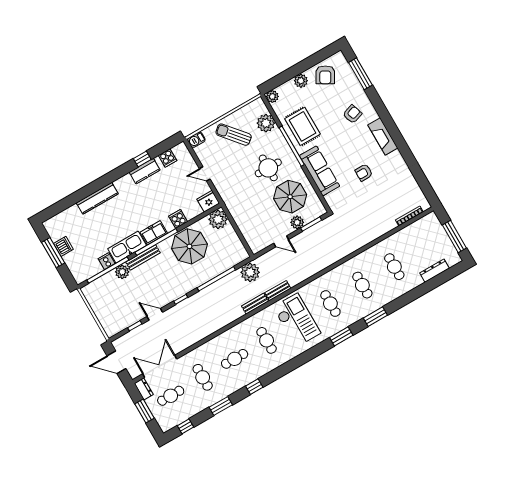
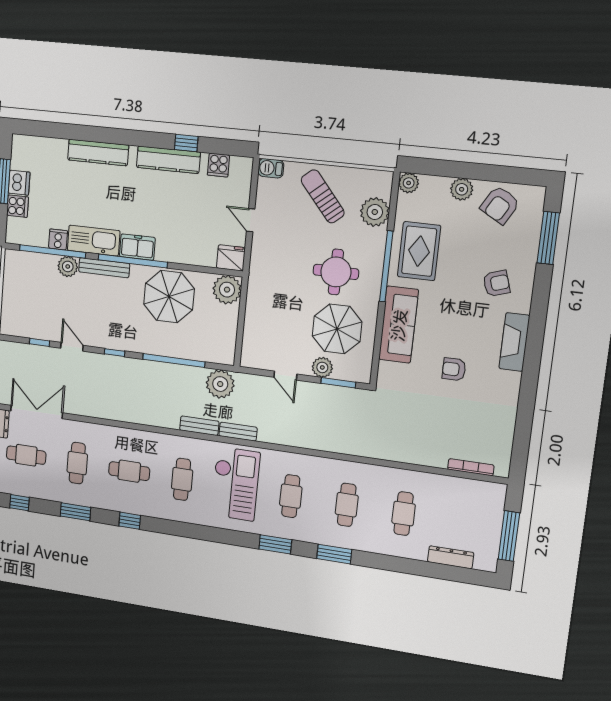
kitchen counter: (145, 171) -> (168, 160), width x1.50
cooker: (178, 219) -> (18, 206), moved, turned 90

